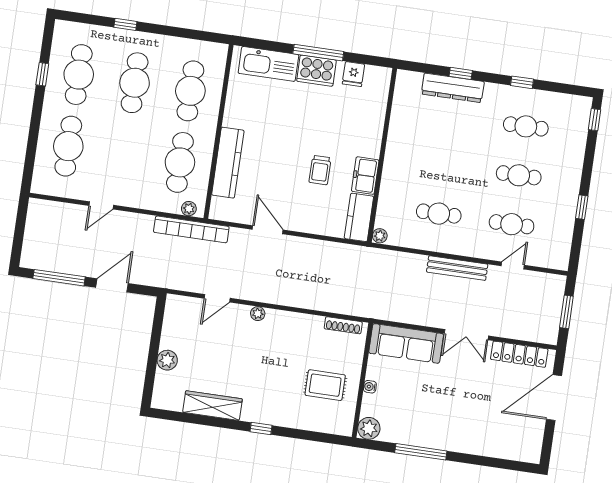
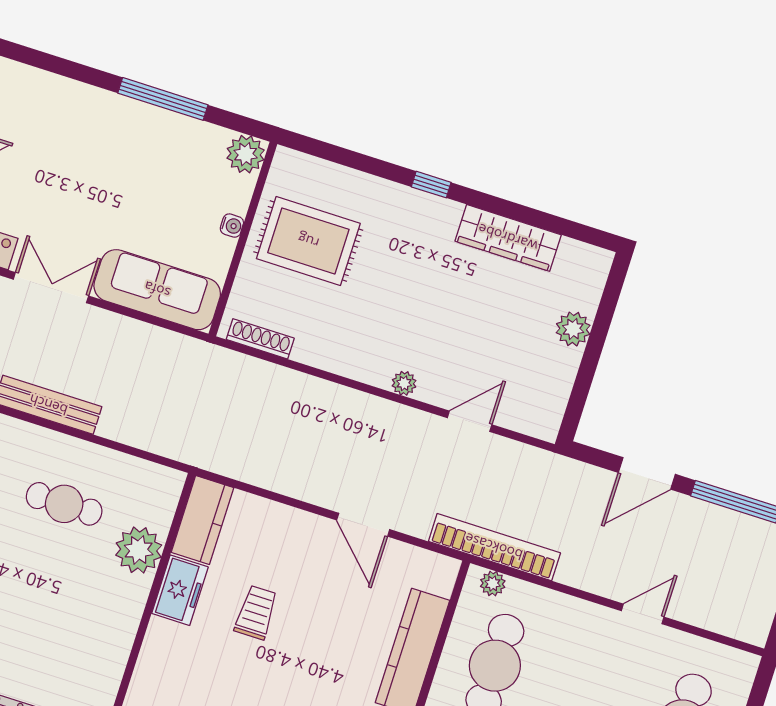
plant: (380, 236) -> (139, 550), moved, width x1.88, depth x1.88
rug: (325, 385) -> (308, 241), width x1.36, depth x1.43

